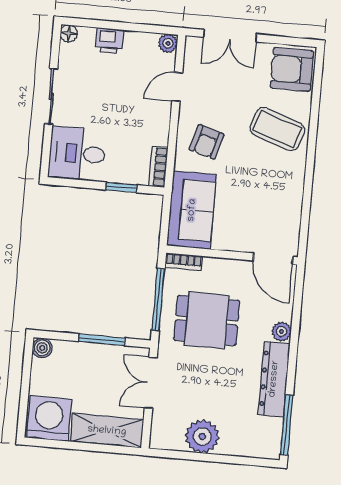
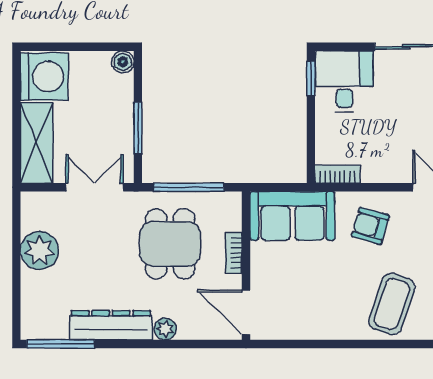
window: (121, 187) -> (311, 78), moved
door: (273, 259) -> (246, 312), hinge flipped
bookcase: (184, 262) -> (234, 253), moved

